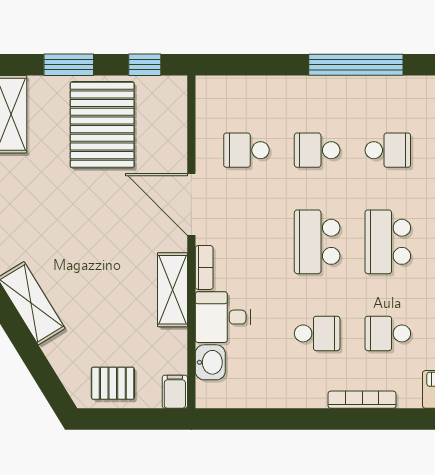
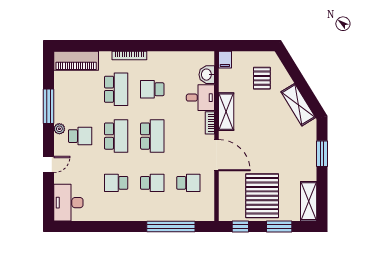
window: (356, 65) -> (171, 227), moved
school desk: (388, 333) -> (116, 89), width x1.85
pallet: (113, 383) -> (262, 78), moved, turned 90

